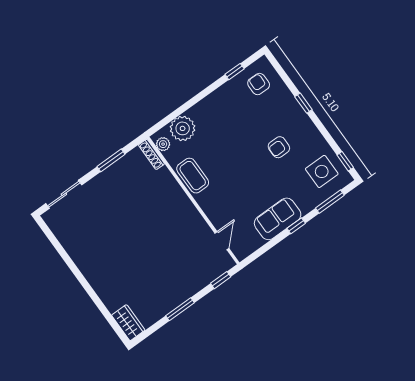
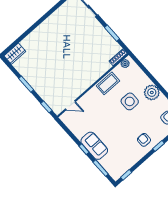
plant: (183, 128) -> (152, 92), moved
armchair: (279, 147) -> (144, 140), moved
side table: (322, 171) -> (130, 101), moved
sofa: (278, 219) -> (94, 146), moved

